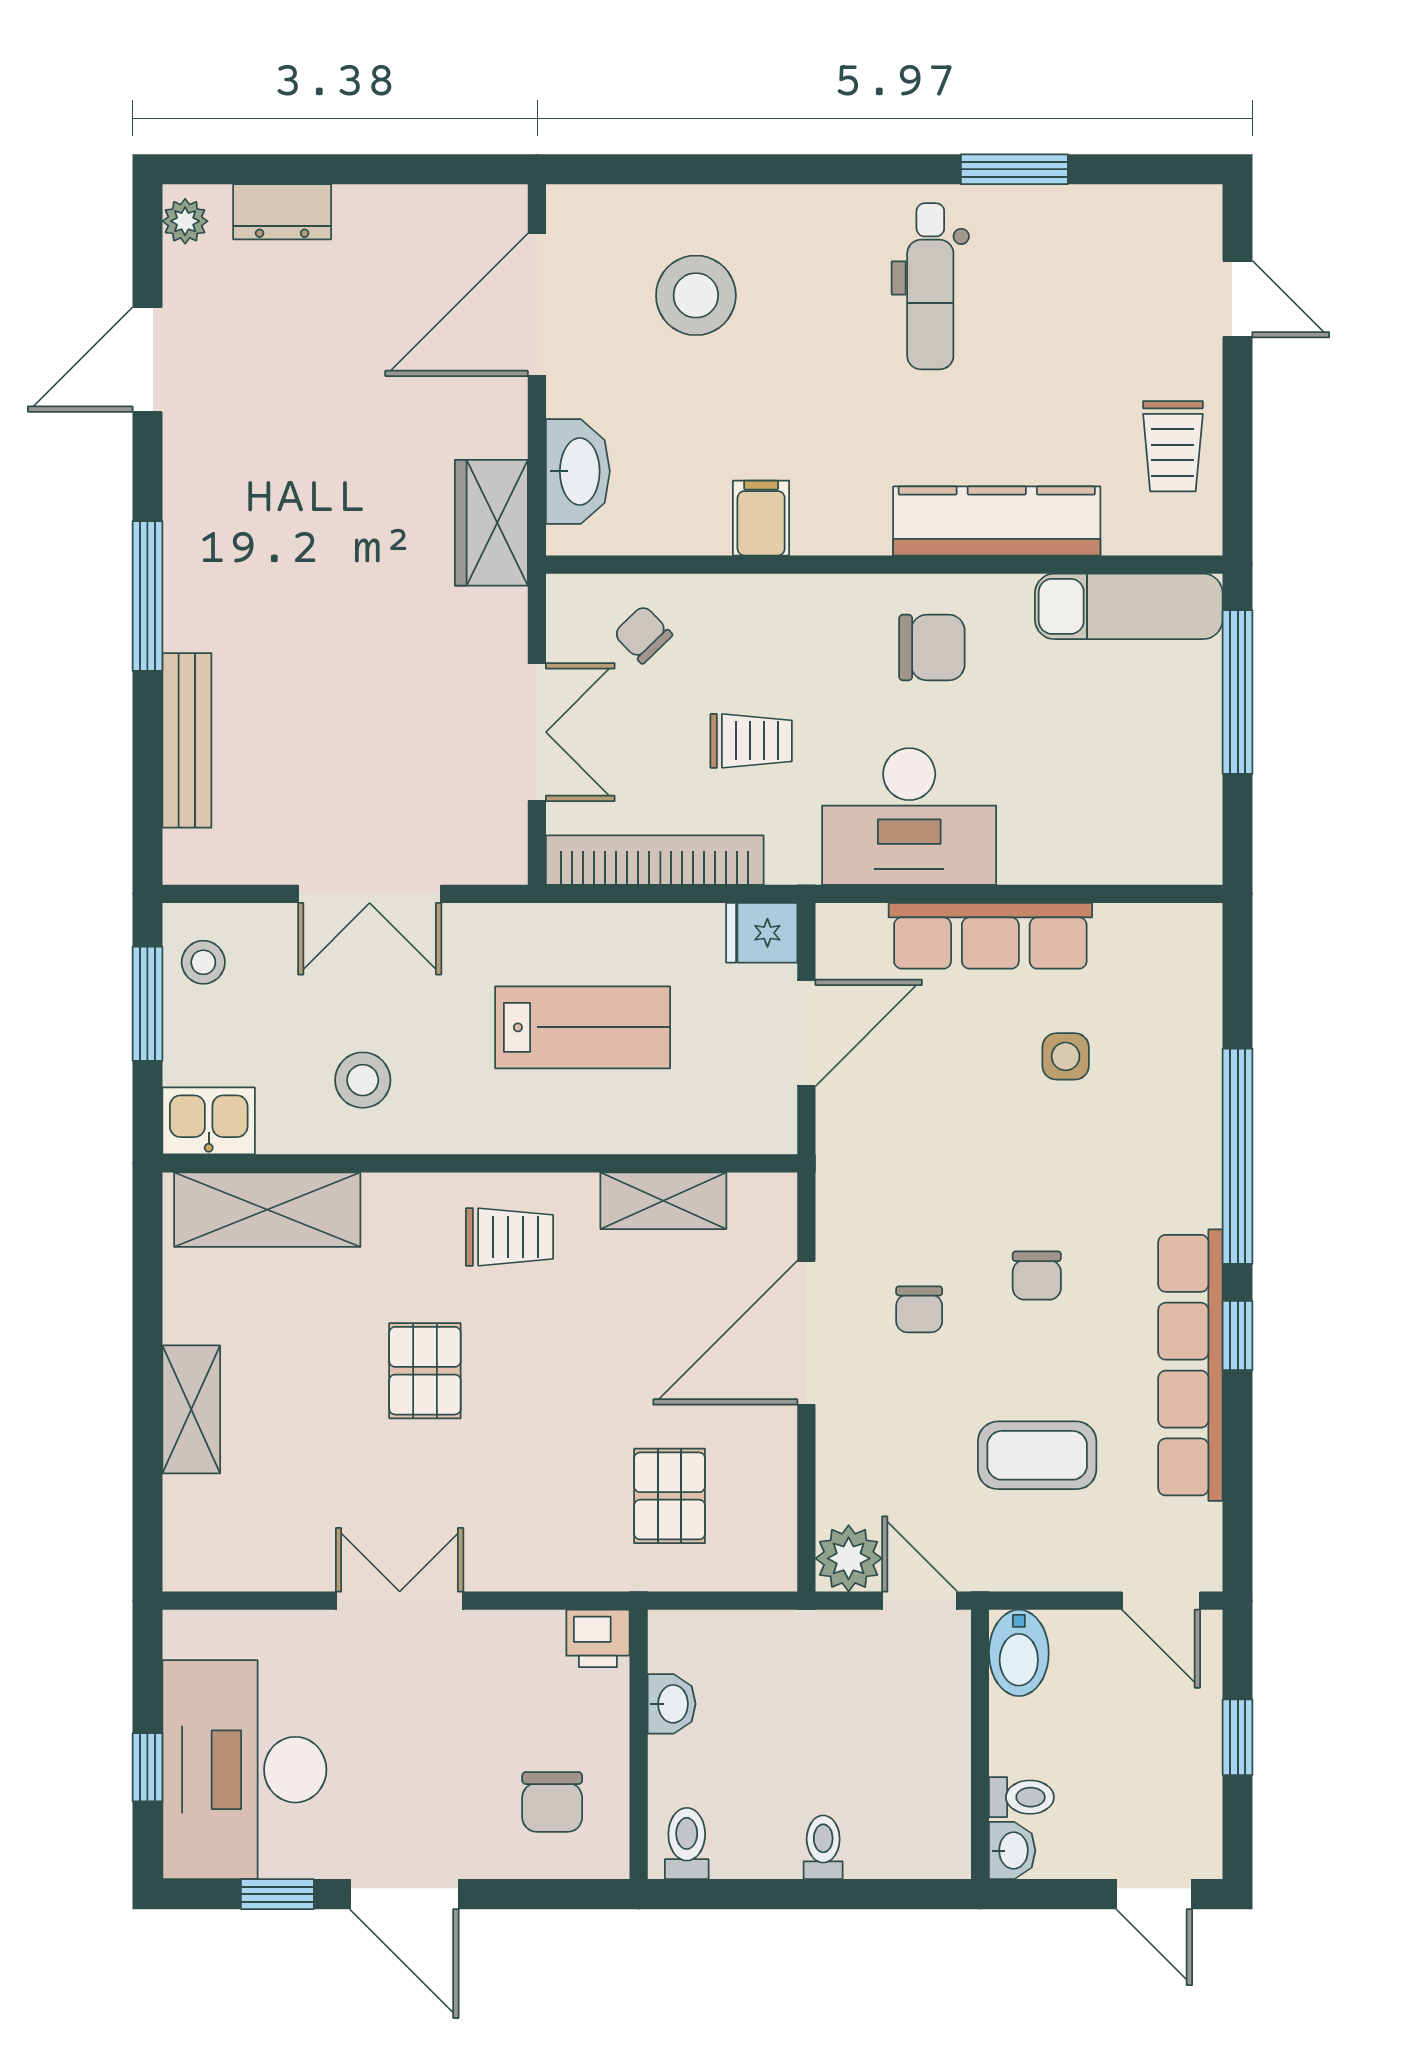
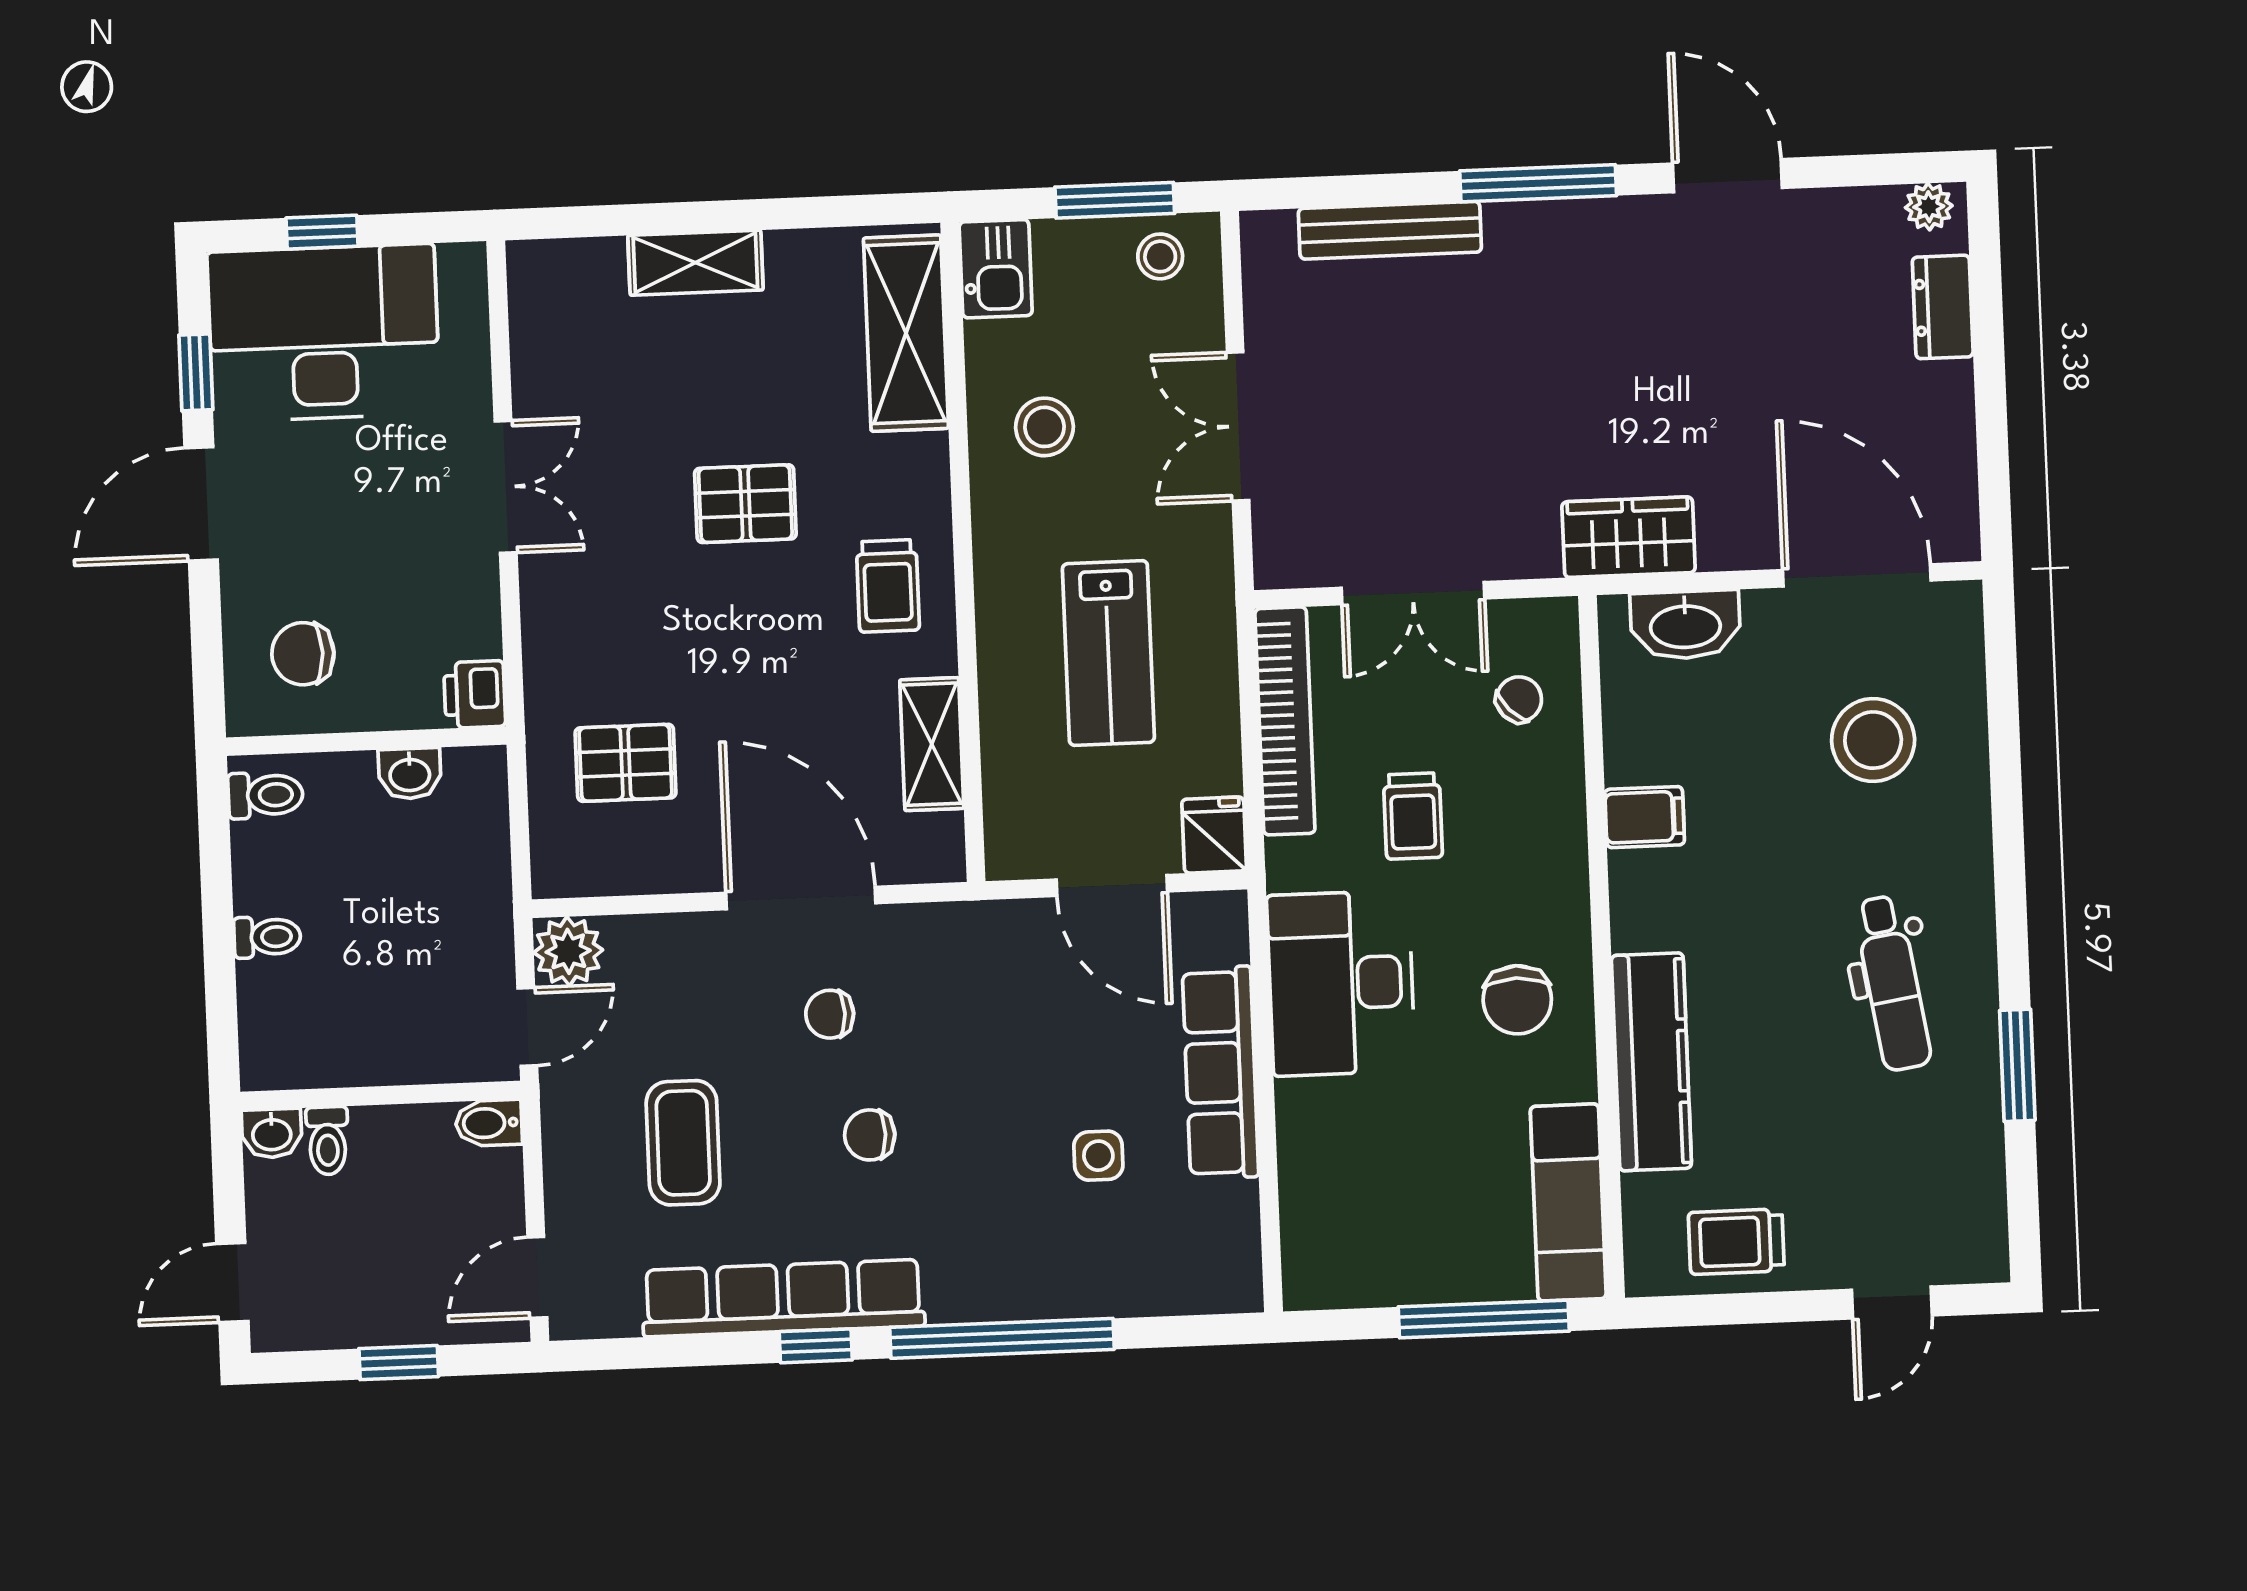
dental chair: (930, 286) -> (1892, 983), turned -99
door: (147, 359) -> (1727, 176), moved
bidet: (1019, 1653) -> (489, 1123), width x0.72, depth x0.74

